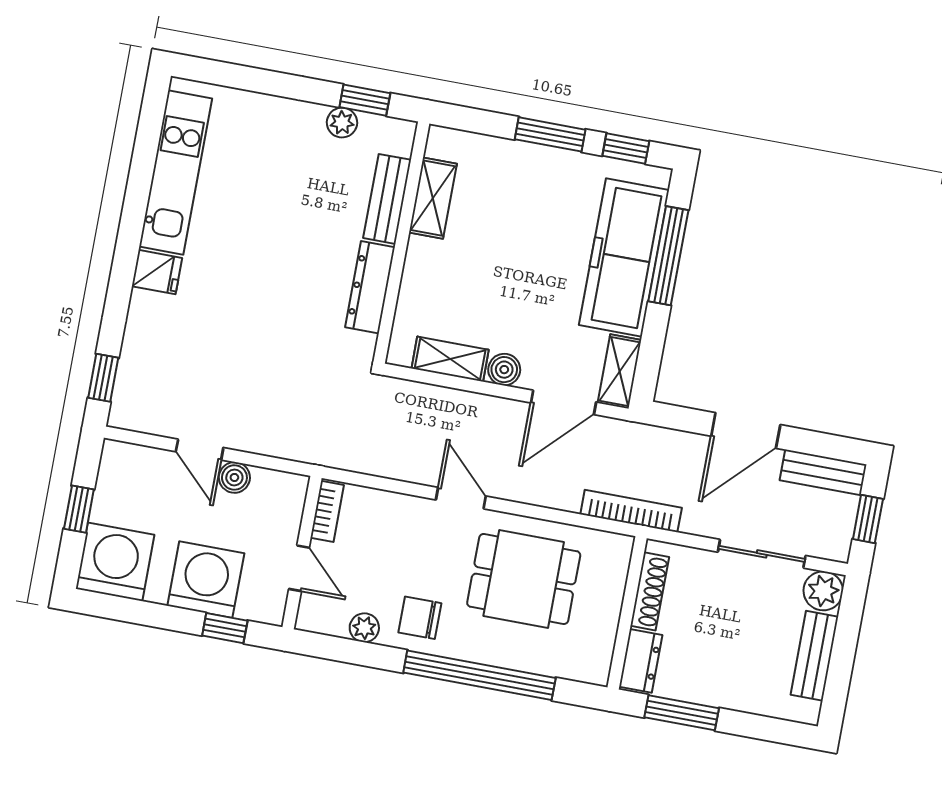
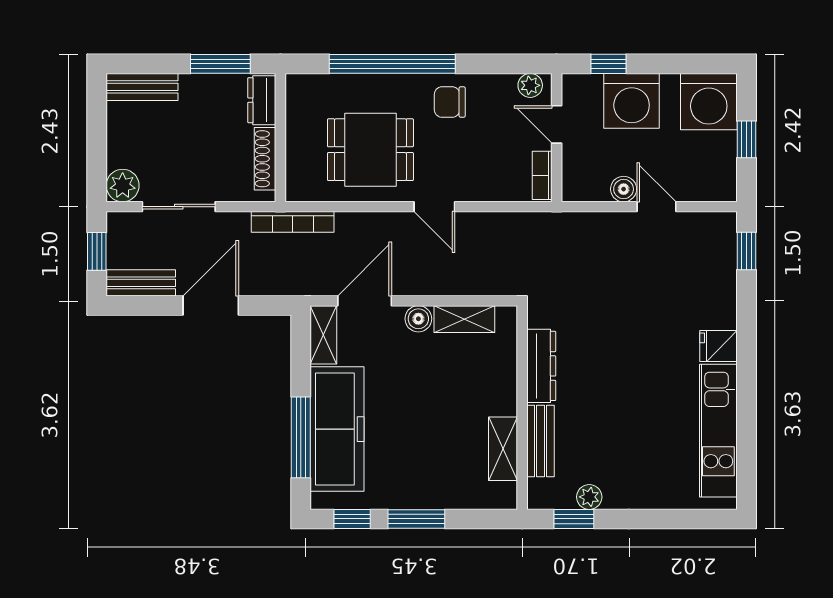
chair: (420, 618) -> (450, 102), turned 180
plant: (364, 628) -> (530, 85), moved
bench: (814, 656) -> (142, 87), moved, turned 90

